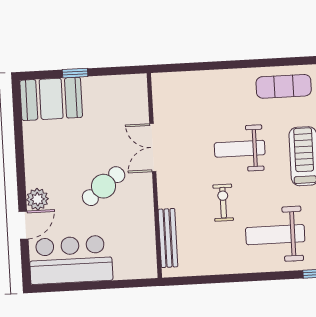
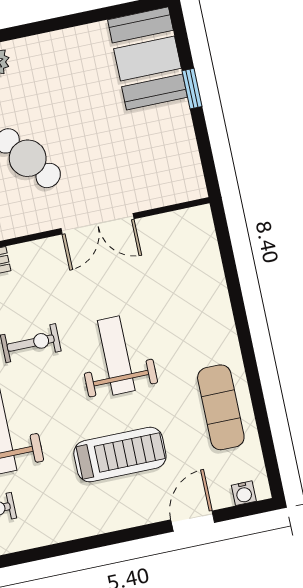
double door: (153, 148) -> (98, 224), swing flipped

